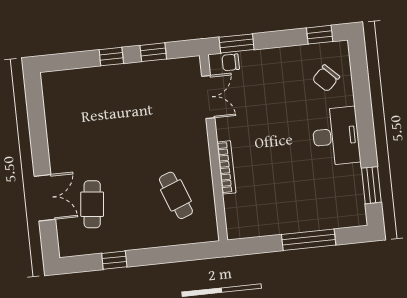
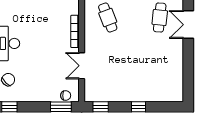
window: (153, 52) -> (101, 107), moved
double door: (208, 97) -> (82, 66), moved

